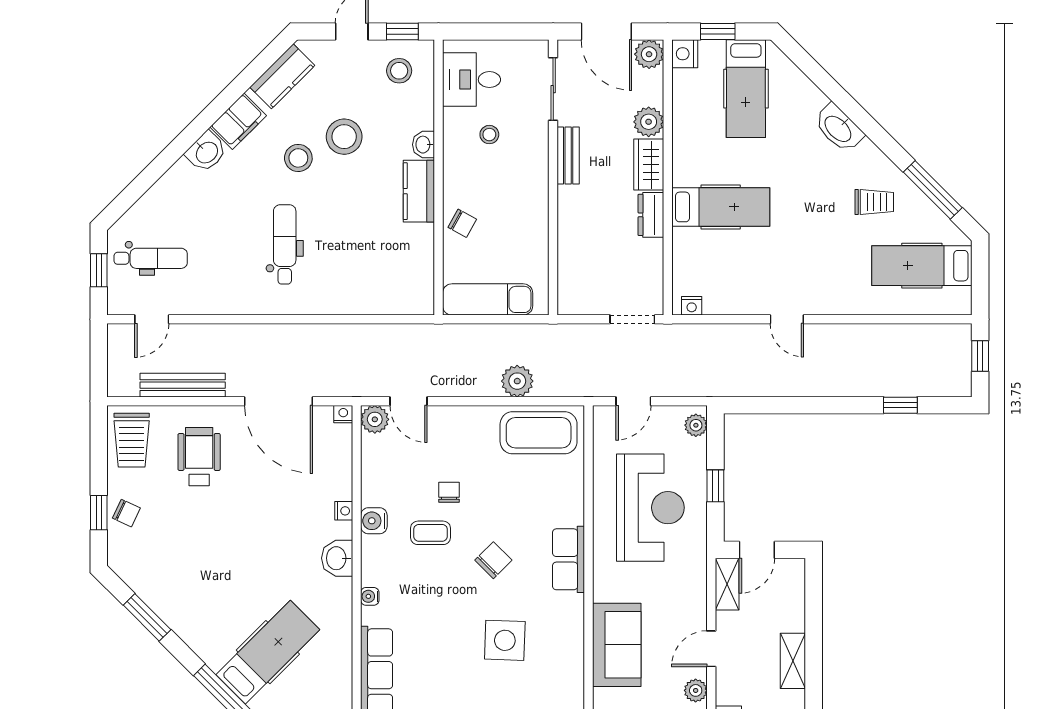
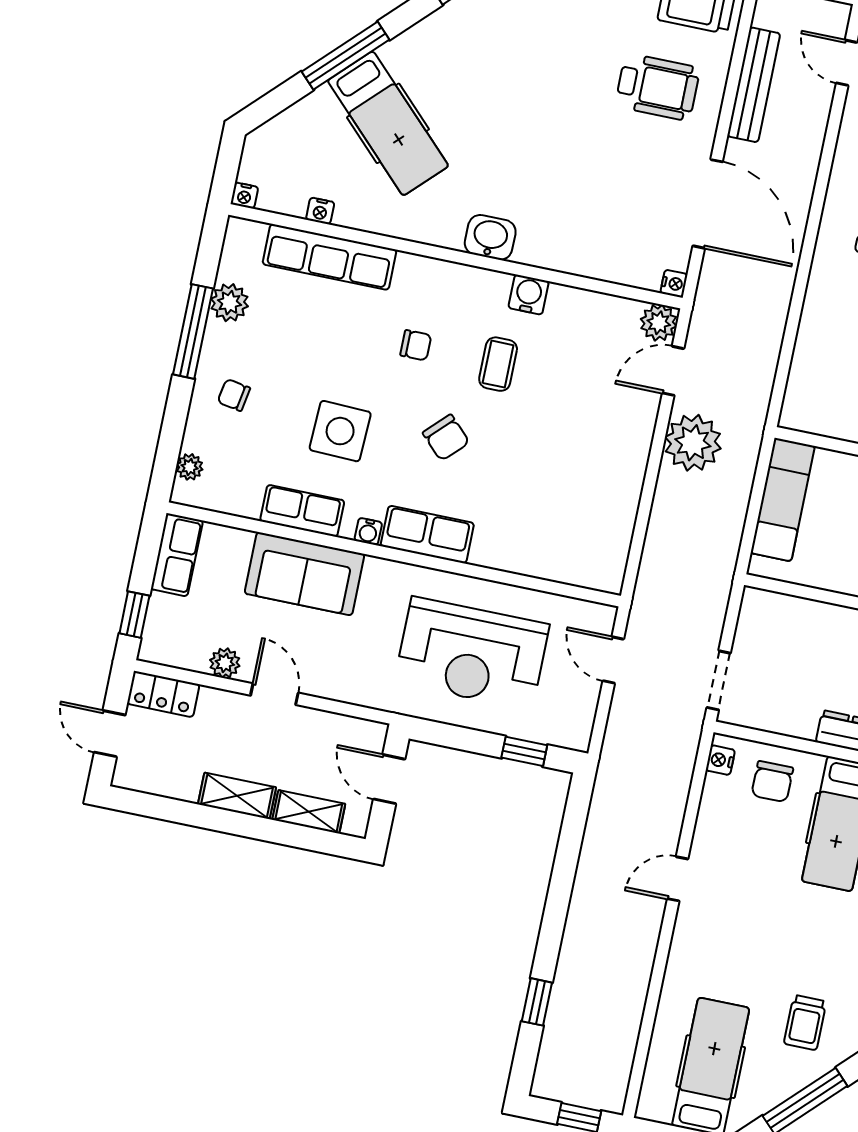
chair: (700, 264) -> (772, 782), added
plant: (517, 381) -> (693, 443), moved, width x1.36, depth x1.36
door: (278, 401) -> (708, 204), swing flipped
plant: (696, 425) -> (566, 734), removed
coffee table: (539, 433) -> (598, 530), removed
window: (715, 486) -> (524, 751), moved
chair: (449, 492) -> (416, 345), moved
nightstand: (344, 511) -> (320, 211), moved
shelving: (727, 584) -> (309, 812), moved
water cooler: (370, 596) -> (368, 531), moved, turned 180
row of seats: (570, 656) -> (302, 511), added

